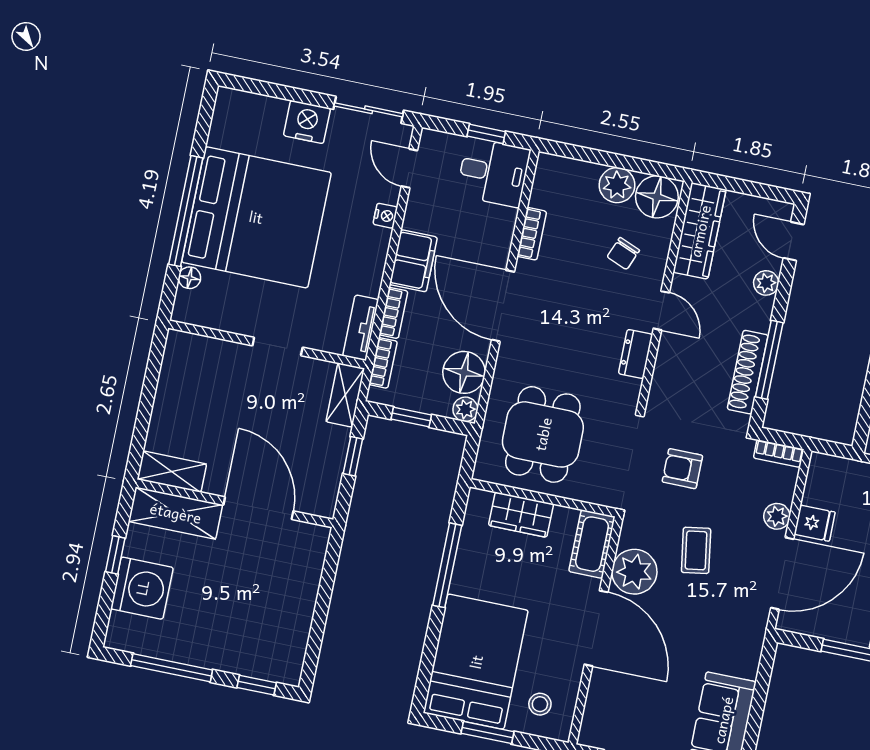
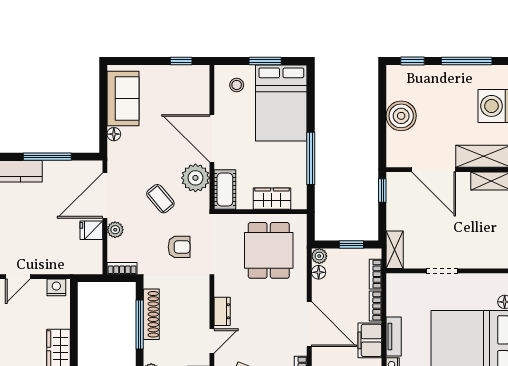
door: (661, 311) -> (212, 341), swing flipped
tv unit: (361, 328) -> (394, 337), moved
floor lamp: (464, 372) -> (319, 272), width x0.53, depth x0.53
window: (353, 456) -> (382, 191), moved
coffee table: (696, 550) -> (160, 199), turned -31
boiler: (292, 603) -> (401, 116), added
floor lamp: (748, 667) -> (114, 134), added

